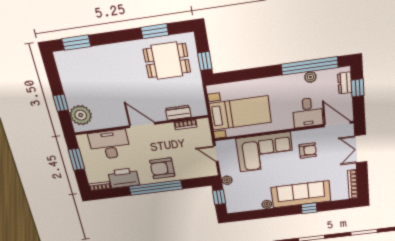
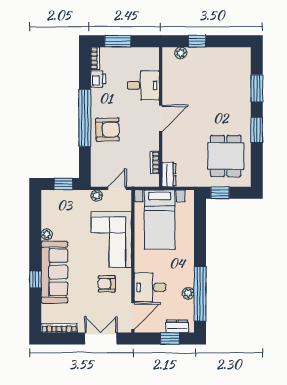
window: (155, 31) -> (257, 130), moved
window: (76, 43) -> (257, 88), moved
dresser: (178, 113) -> (169, 175), moved
plant: (81, 115) -> (181, 53), width x0.53, depth x0.53
desk: (109, 145) -> (143, 85), width x0.73
armchair: (308, 150) -> (107, 284), turned 90
window: (76, 159) -> (118, 41), moved
armchair: (162, 168) -> (107, 129), turned 89
printer: (124, 178) -> (98, 79), width x0.53, depth x0.68
plant: (227, 180) -> (97, 195), moved

